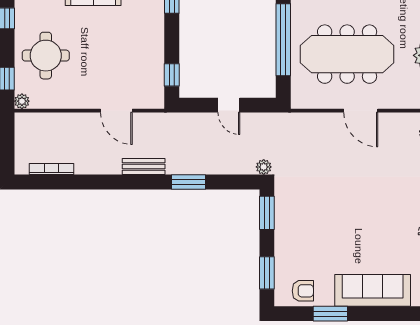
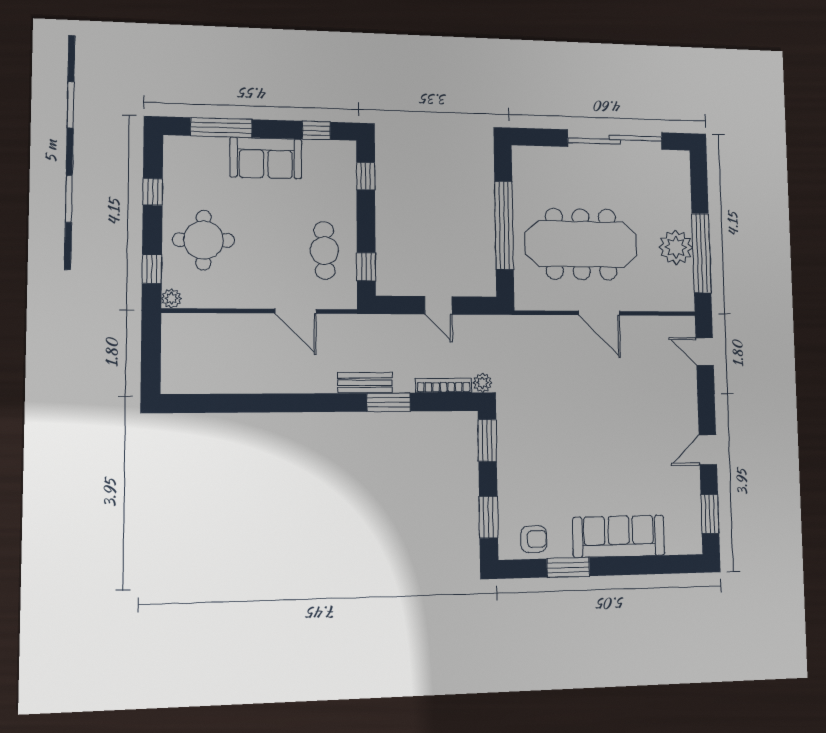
cafe table: (139, 62) -> (324, 250), added
bench: (144, 167) -> (365, 383), moved
bookcase: (52, 169) -> (444, 385), moved

